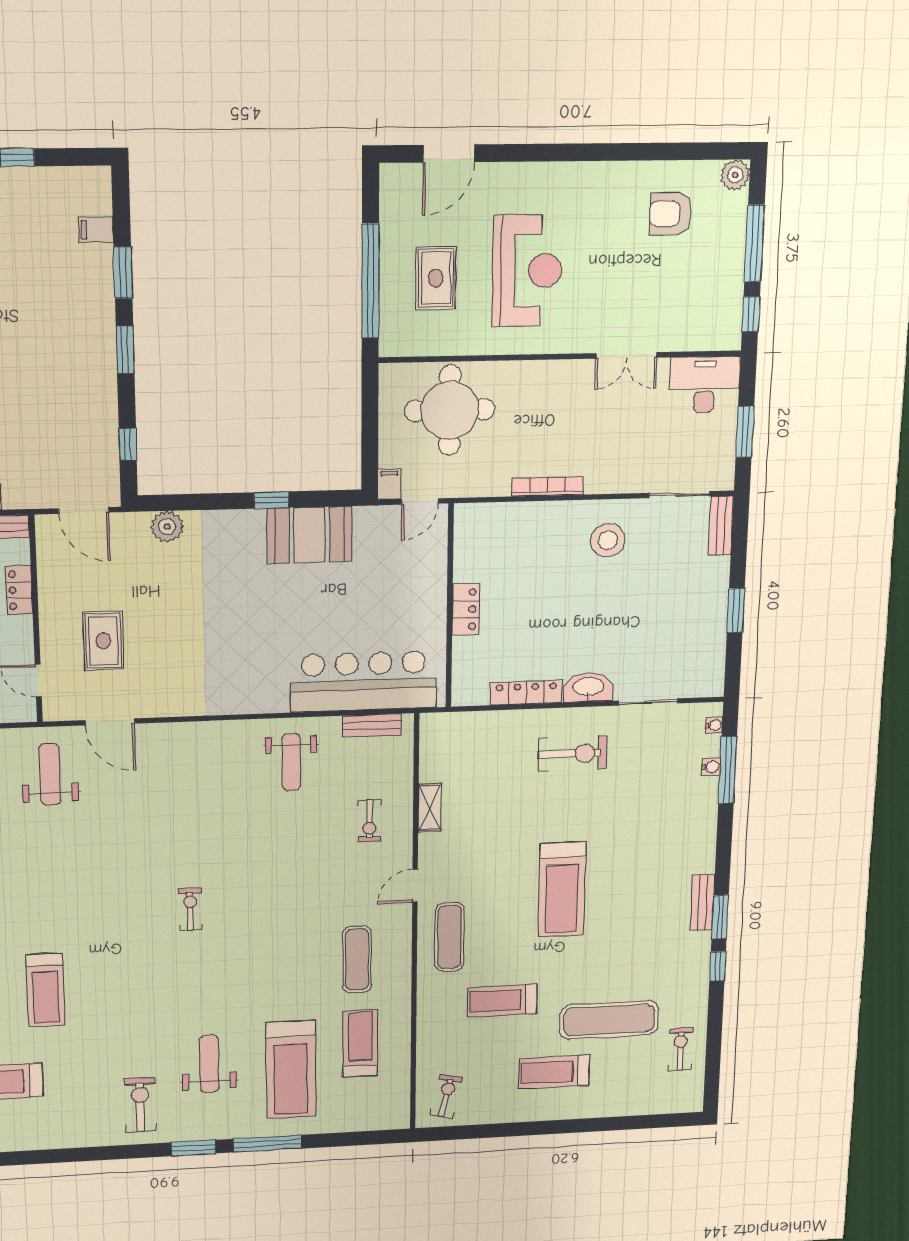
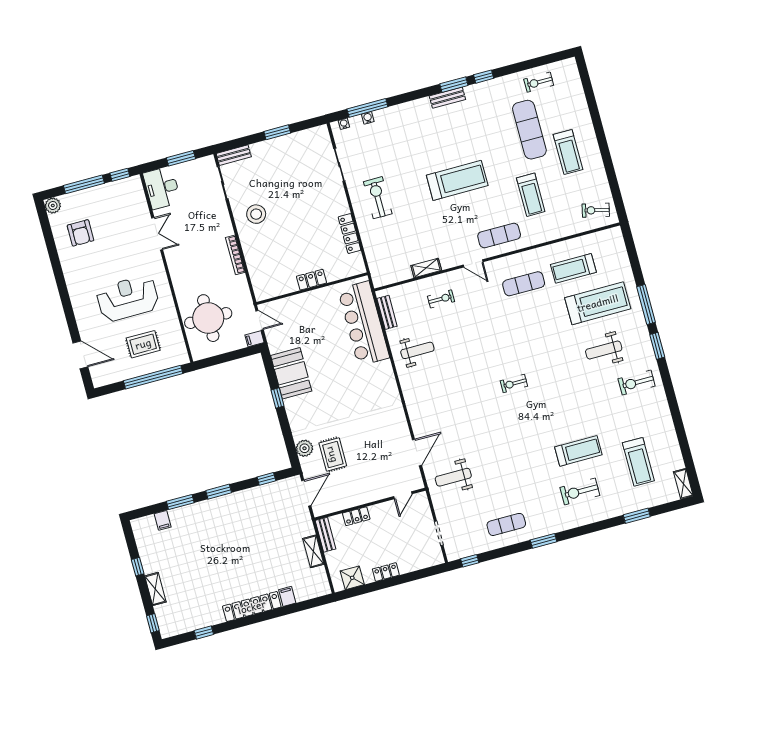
rug: (103, 641) -> (333, 454), moved, turned 90
washbasin: (588, 687) -> (339, 200), removed

